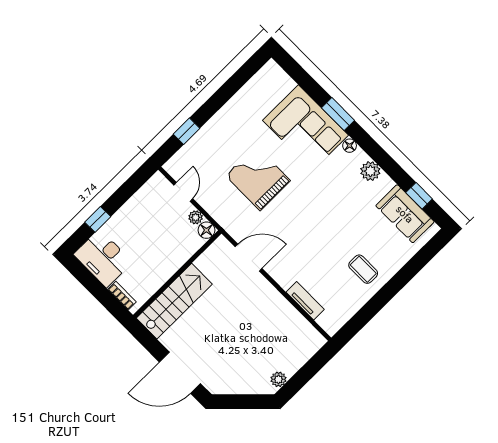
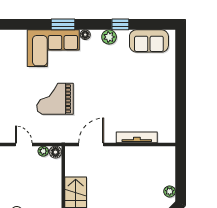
window: (419, 196) -> (120, 24), moved
coffee table: (363, 269) -> (156, 91), removed
tv unit: (305, 301) -> (137, 137), width x1.41

